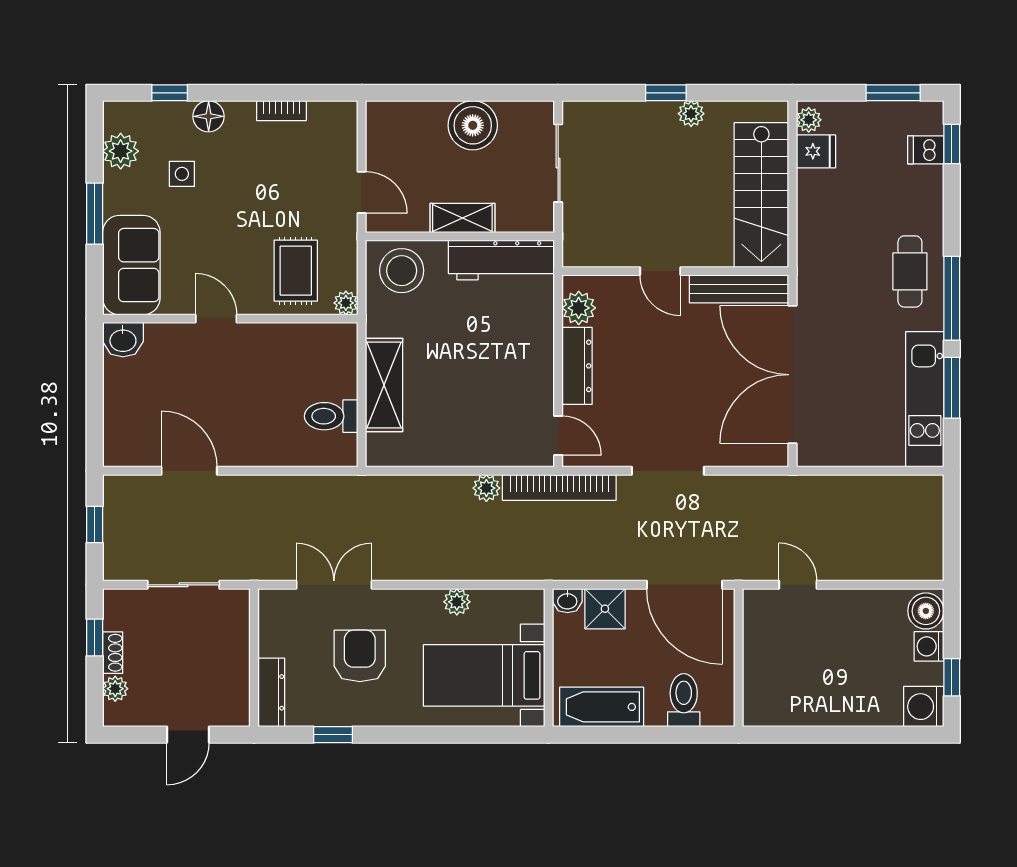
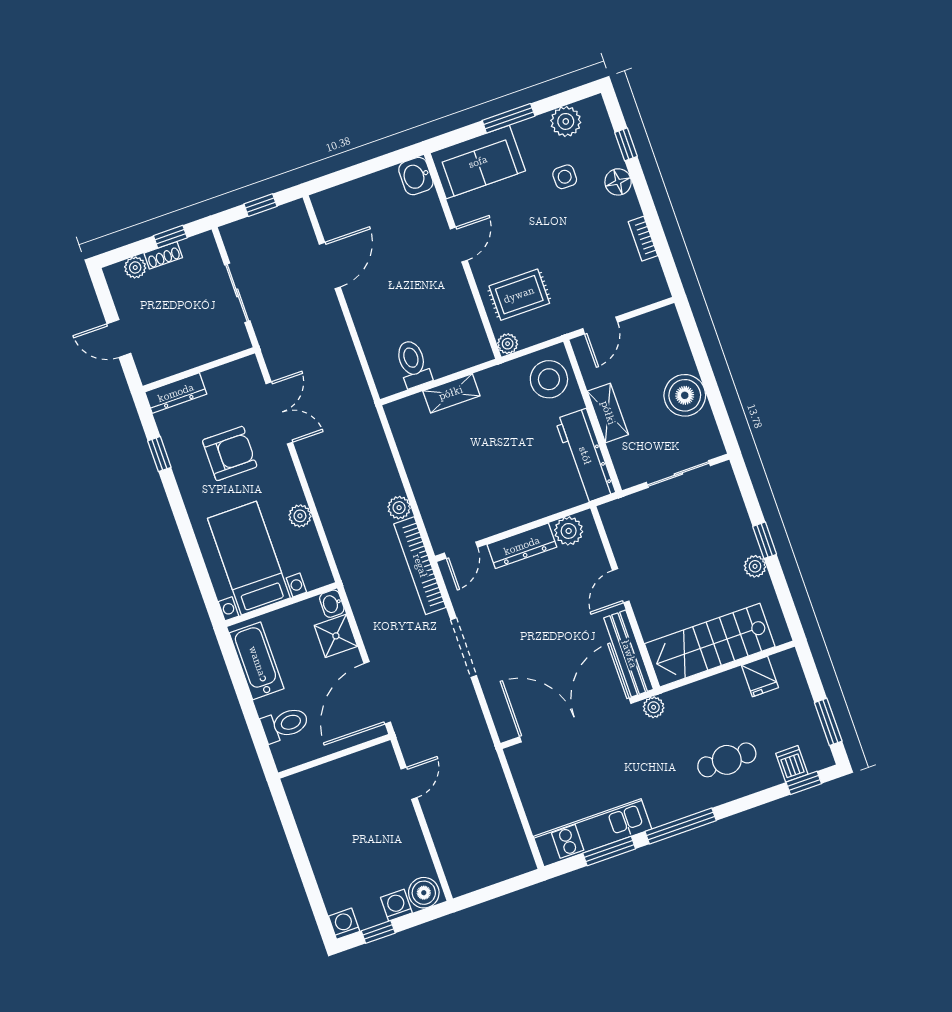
plant: (809, 120) -> (654, 707), moved
cafe table: (910, 271) -> (727, 760), moved
shelving: (384, 385) -> (451, 393), width x0.67, depth x0.75
washing machine: (924, 707) -> (344, 924), width x0.73, depth x0.73

